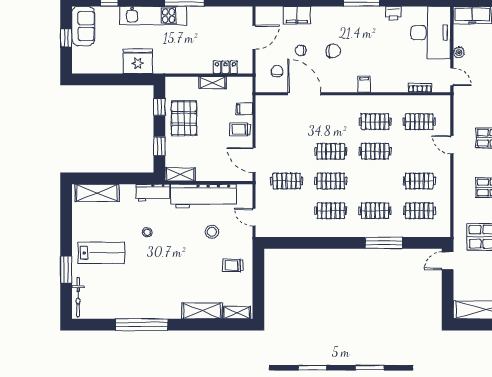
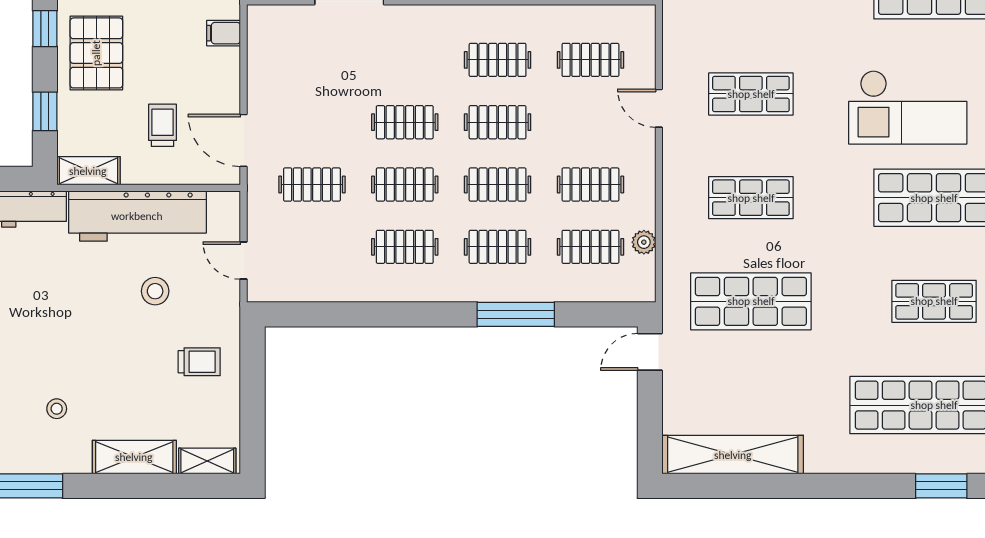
trolley: (240, 129) -> (162, 125), moved, turned 90
clothes rail: (375, 181) -> (498, 185), added
plant: (445, 208) -> (644, 242), added
stool: (147, 232) -> (57, 409), moved
trolley: (233, 265) -> (199, 362), turned 180

